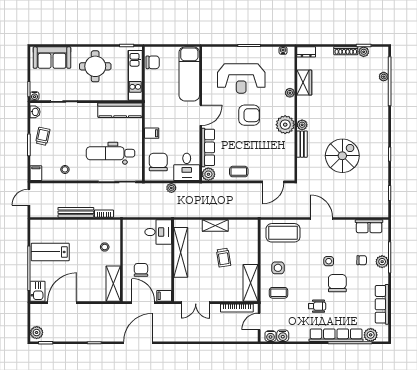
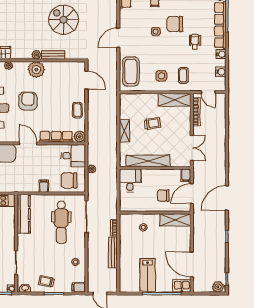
water cooler: (271, 336) -> (221, 54), moved
door: (138, 343) -> (227, 198), hinge flipped

